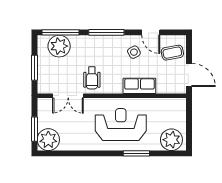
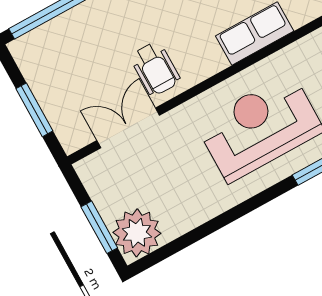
plant: (59, 46) -> (59, 42), removed
double door: (68, 96) -> (128, 128), swing flipped

